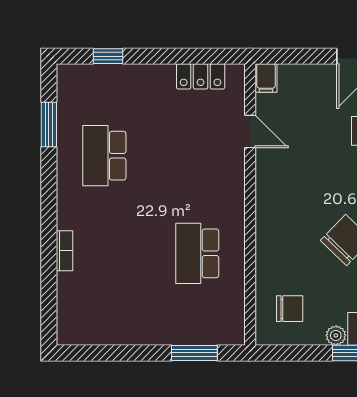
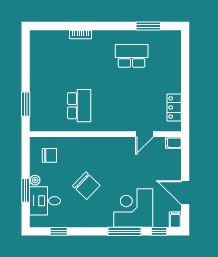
window: (108, 56) -> (185, 58), removed
school desk: (197, 253) -> (79, 106), turned 90
chair: (290, 309) -> (49, 155), turned -90

